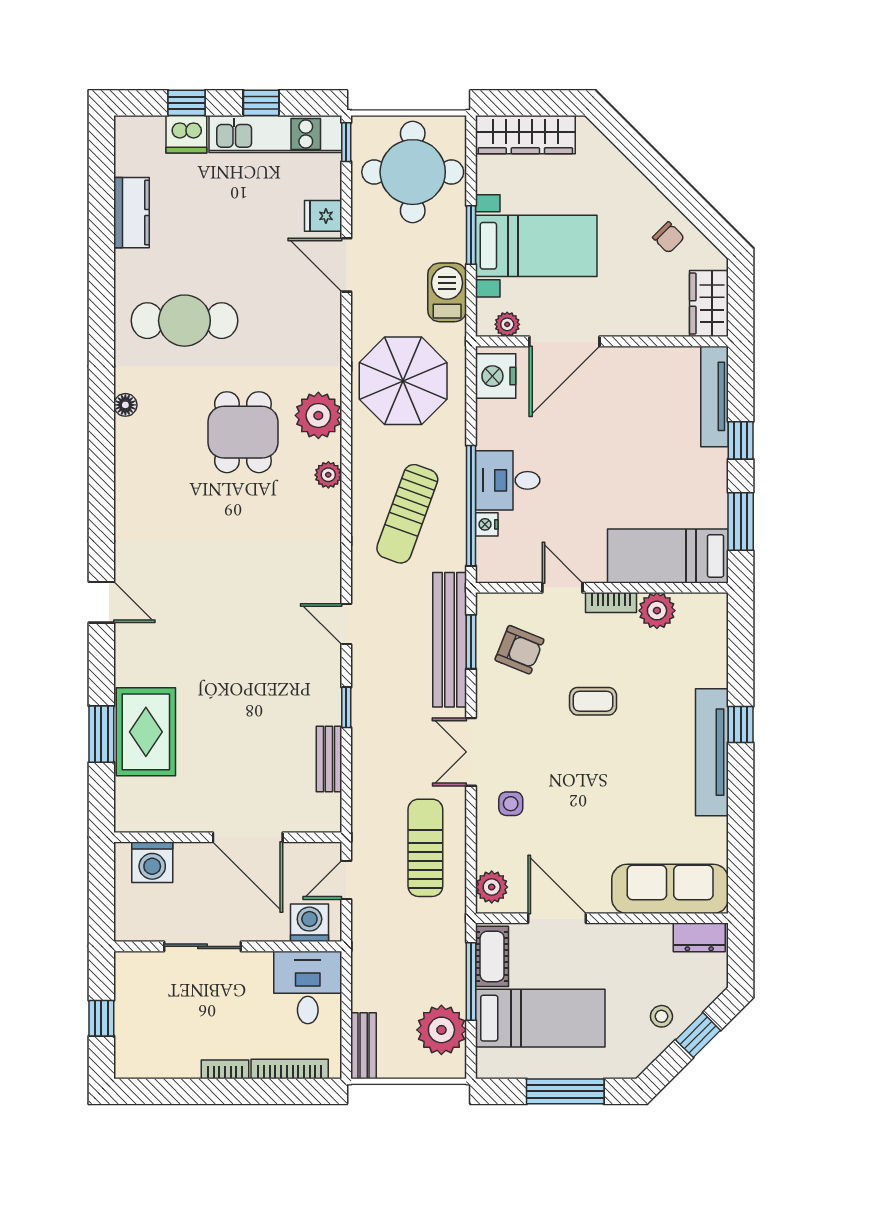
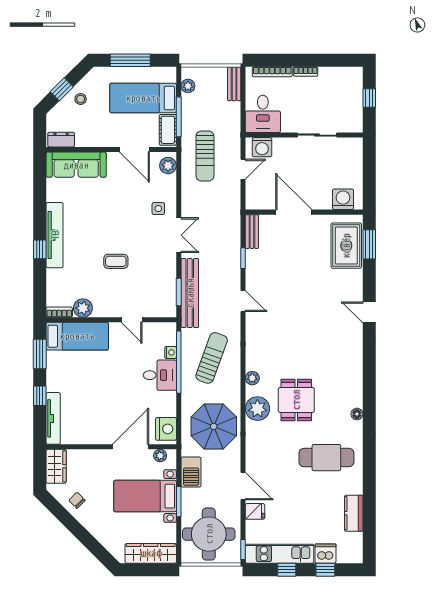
bookcase: (611, 603) -> (59, 312), moved
armchair: (519, 650) -> (154, 288), removed
wall: (228, 837) -> (304, 212), moved
door: (248, 837) -> (294, 212), moved
sun lounger: (425, 848) -> (205, 156), moved
washing machine: (152, 862) -> (343, 199), moved
plant: (441, 1030) -> (188, 86), width x0.53, depth x0.53

